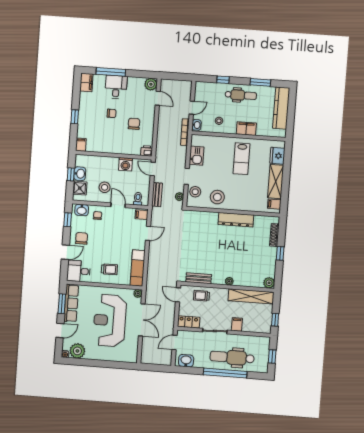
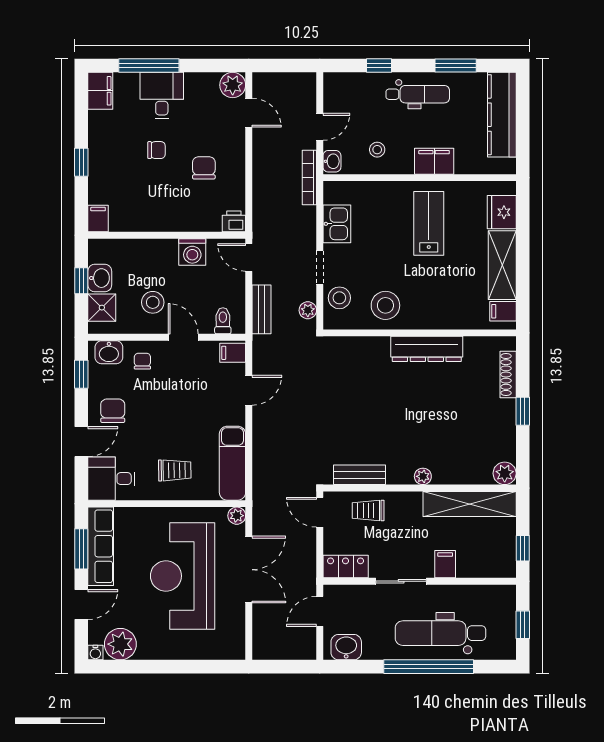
lab bench: (241, 159) -> (429, 223), turned 180

